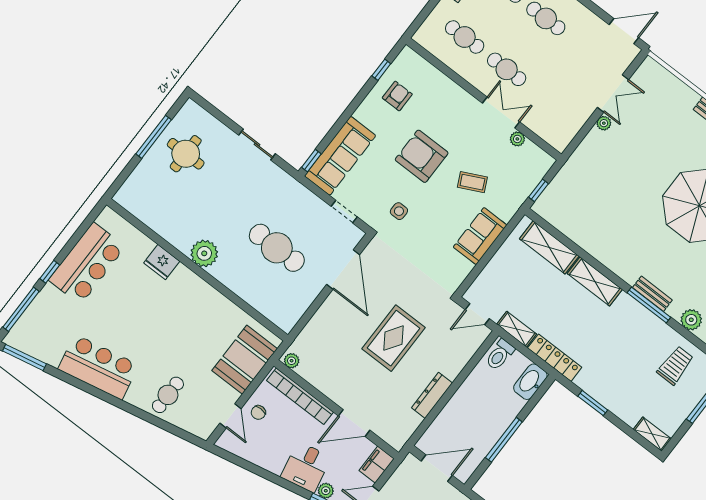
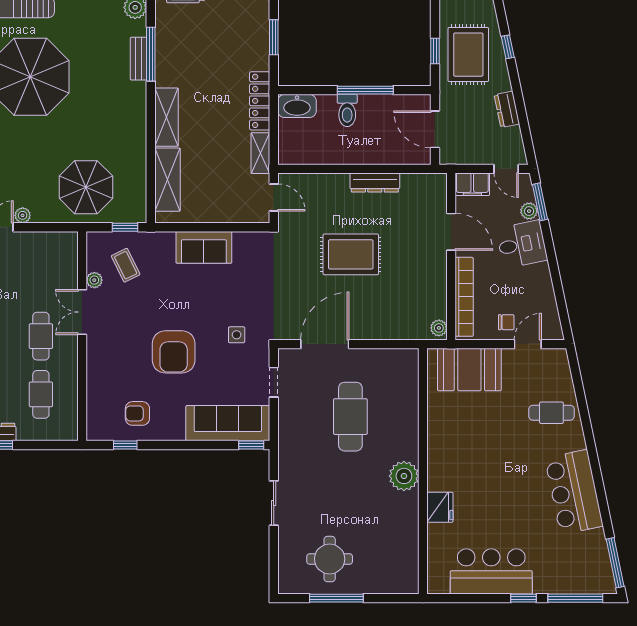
coffee table: (472, 182) -> (126, 265), moved
parasol: (589, 184) -> (86, 187), added
toilet: (500, 355) -> (347, 110), moved, turned 90

